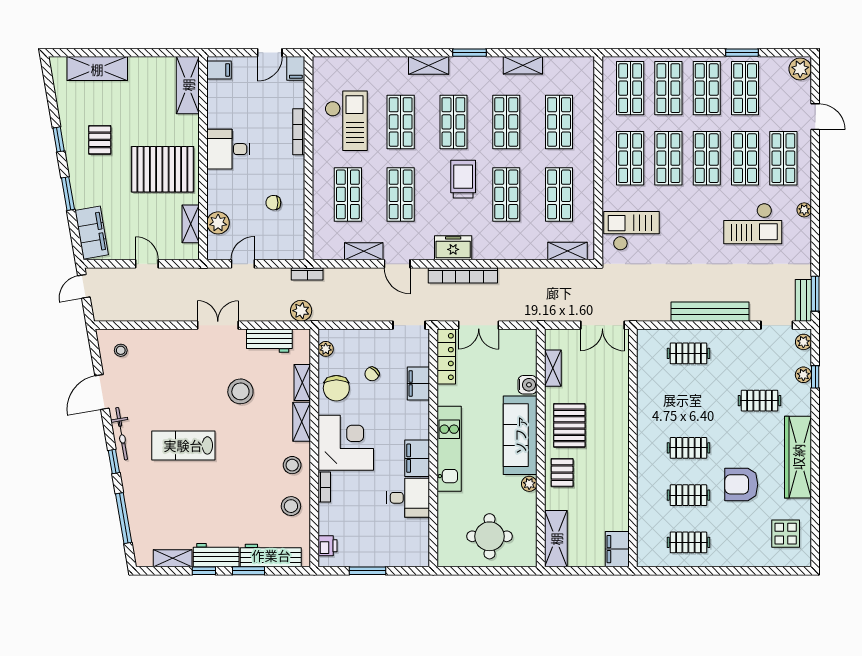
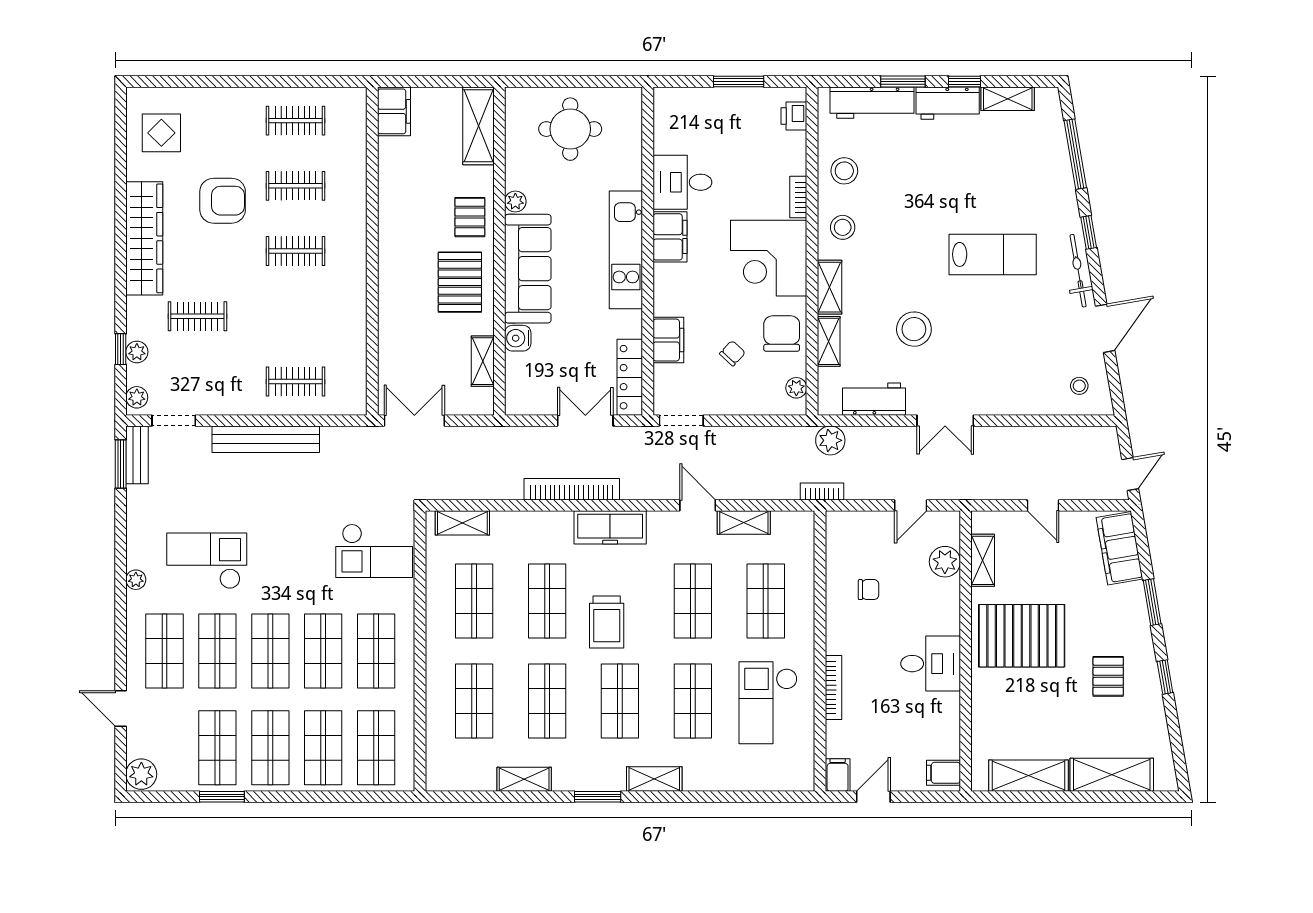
shelving: (188, 85) -> (1028, 776), moved, turned 90
freezer: (453, 248) -> (610, 527), width x1.40
bookcase: (463, 275) -> (572, 489), moved

